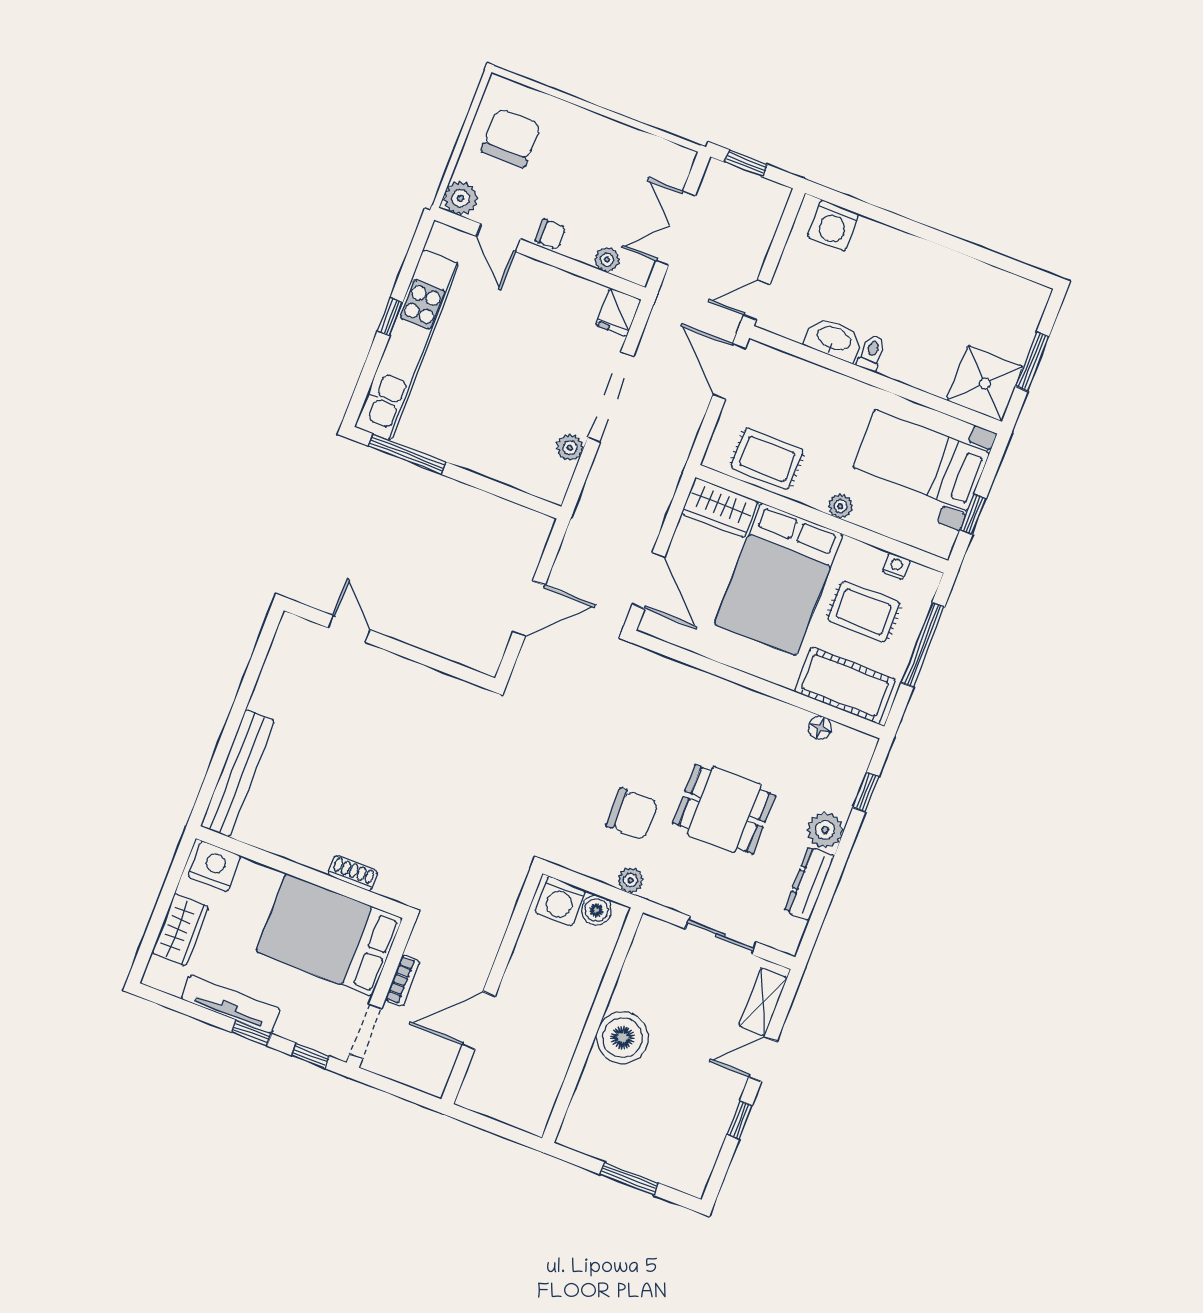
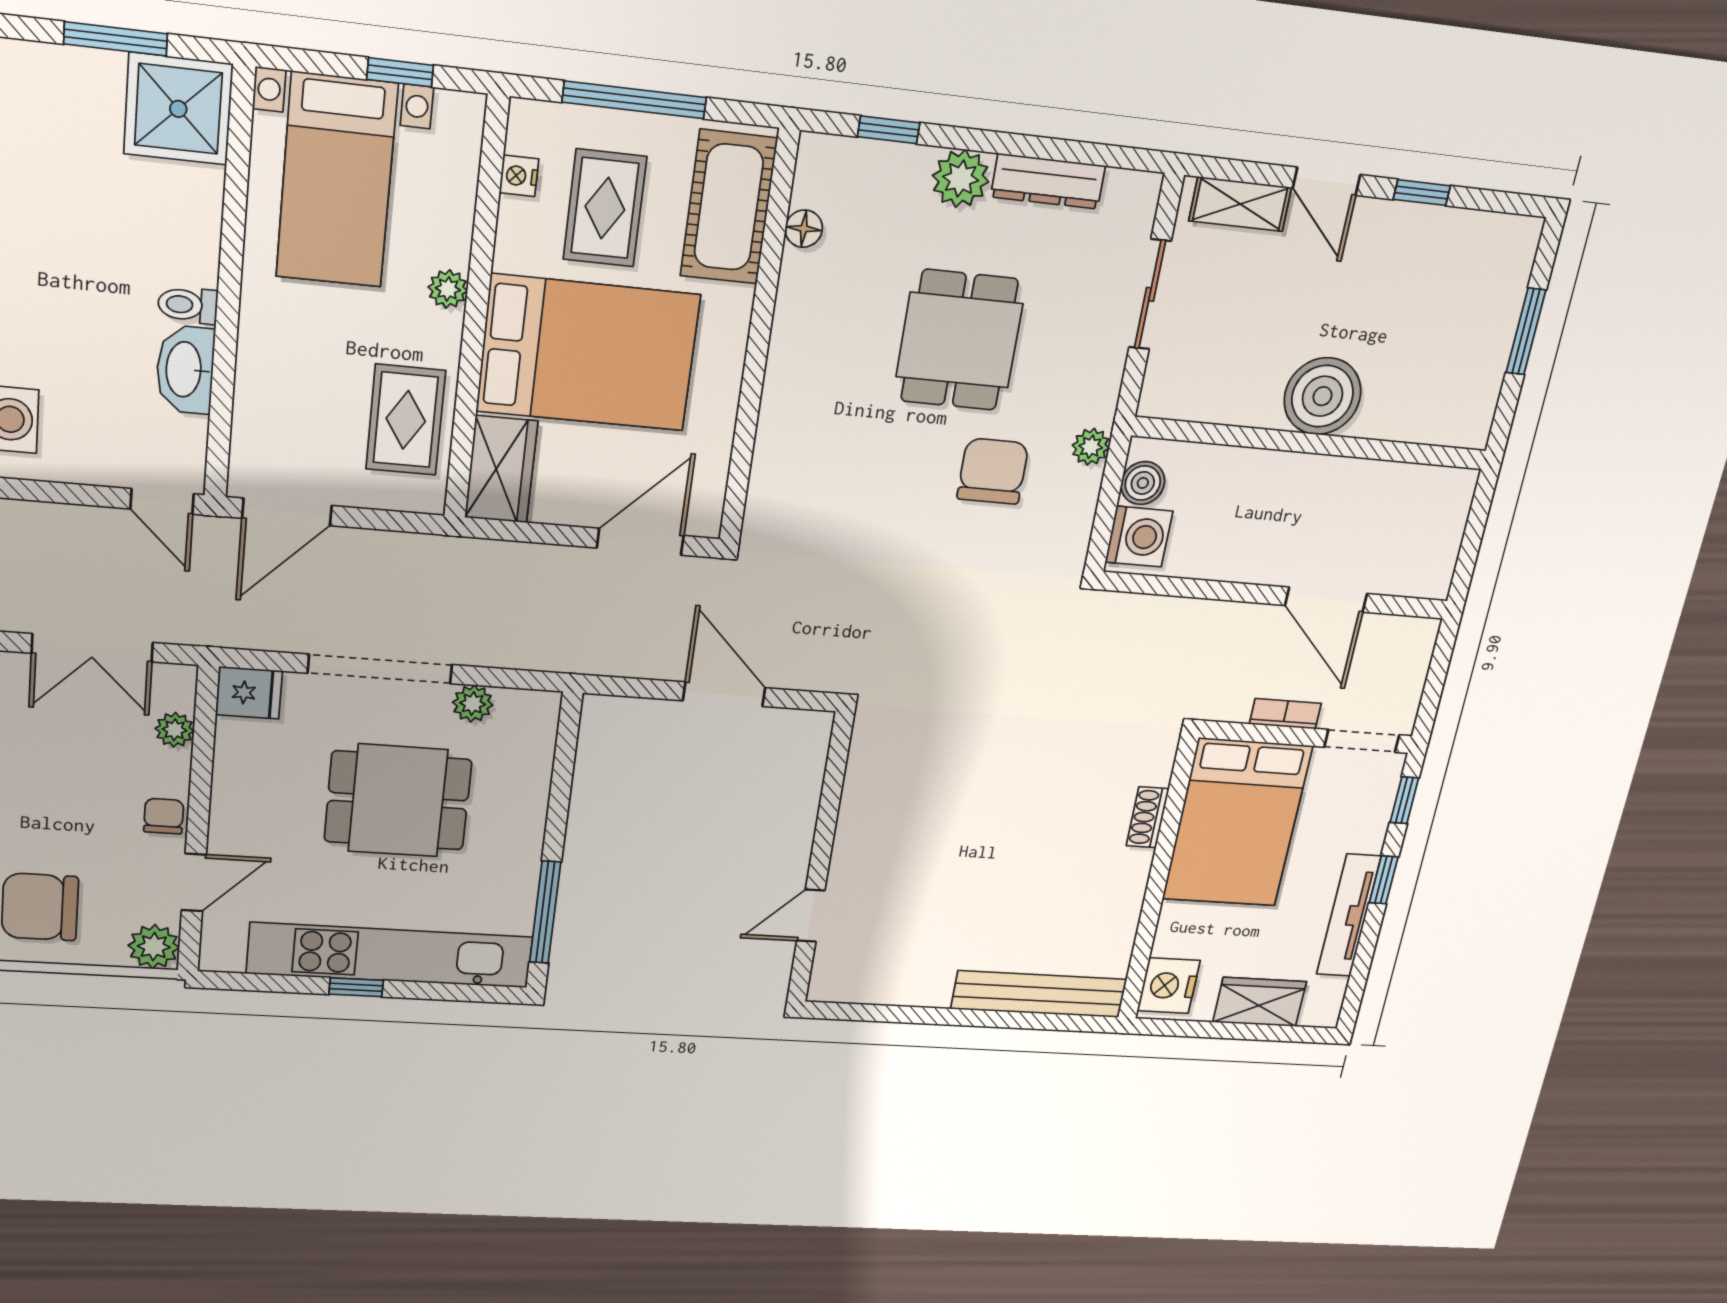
dining table: (517, 382) -> (398, 801), added

